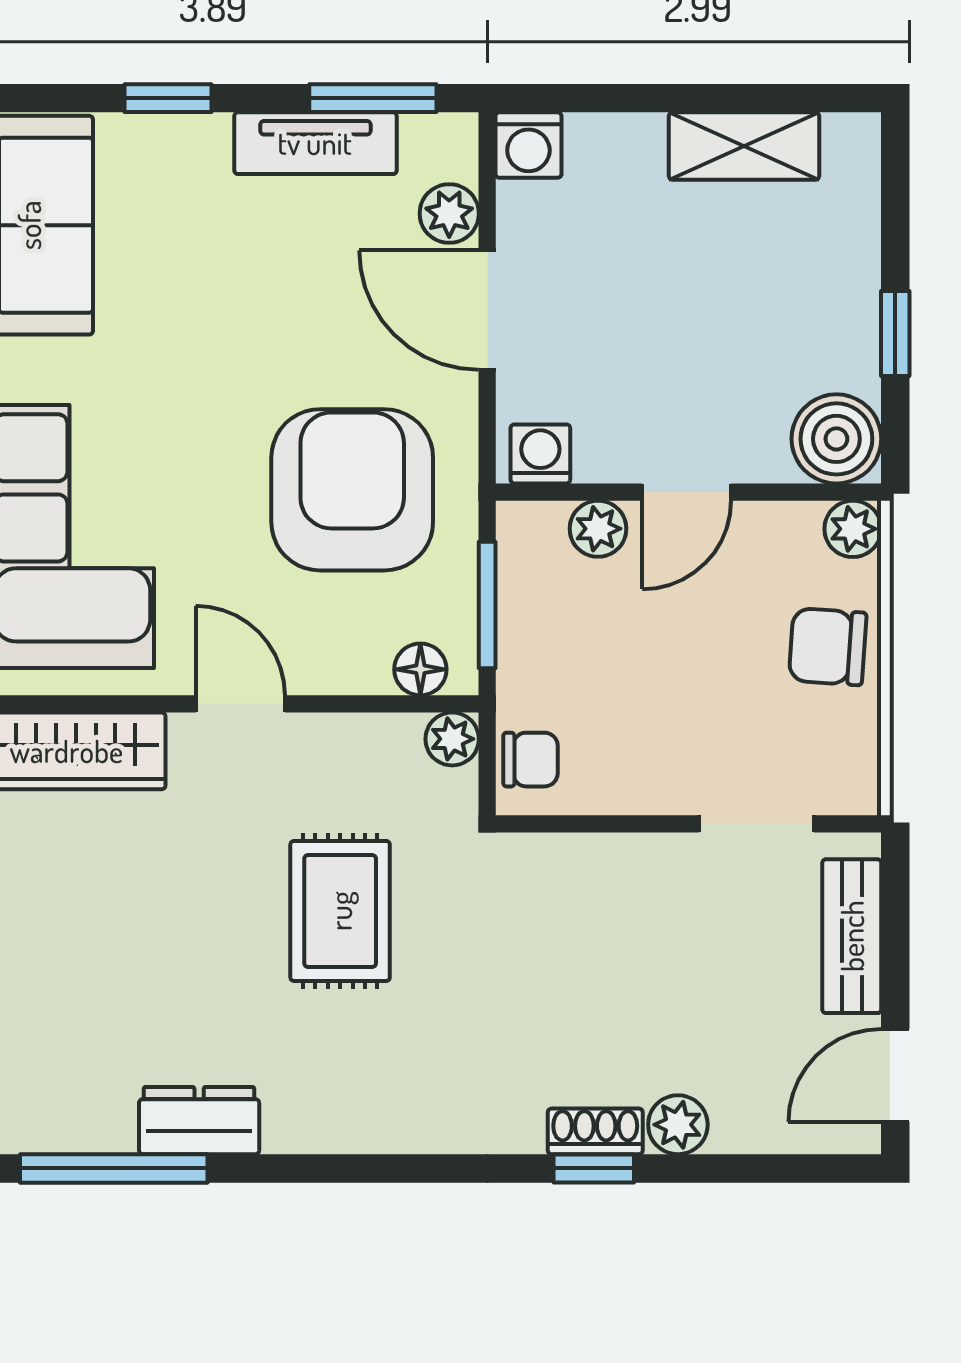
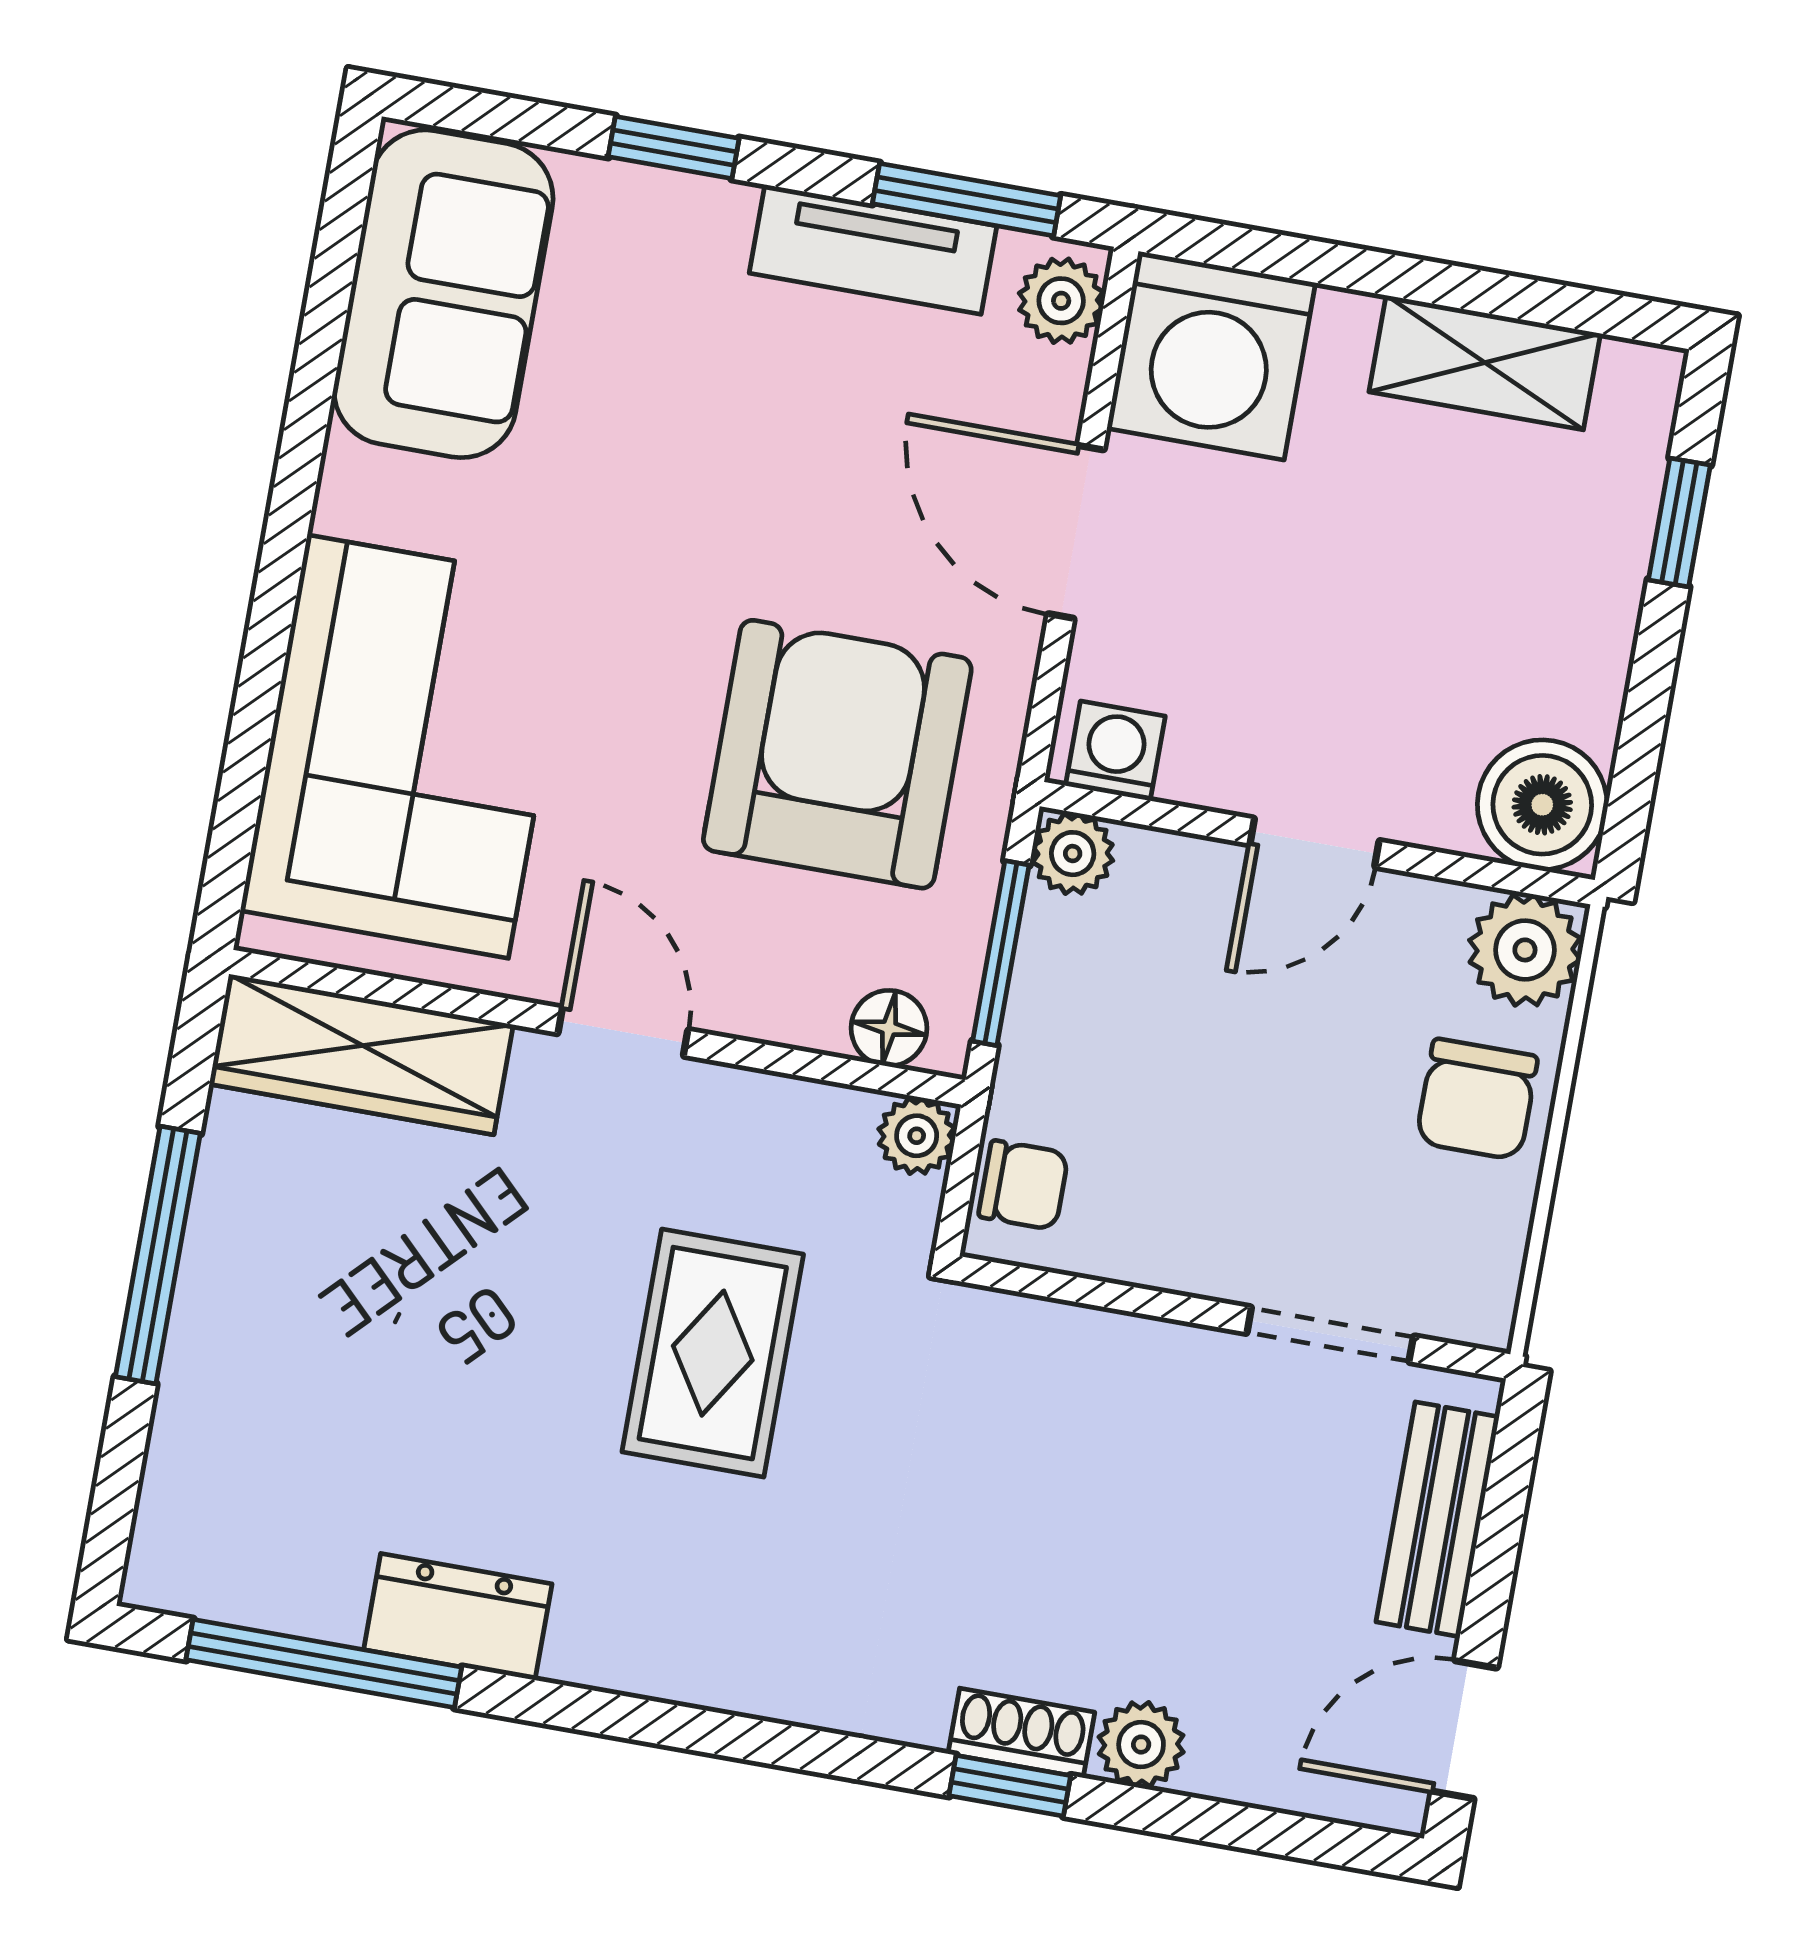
washing machine: (528, 145) -> (1211, 356), width x1.89, depth x1.89
plant: (449, 214) -> (1061, 301), moved
window: (895, 334) -> (1679, 522), moved
plant: (598, 529) -> (1073, 854), moved
plant: (853, 529) -> (1525, 950), width x1.38, depth x1.38
chair: (828, 647) -> (1477, 1099), turned -94

